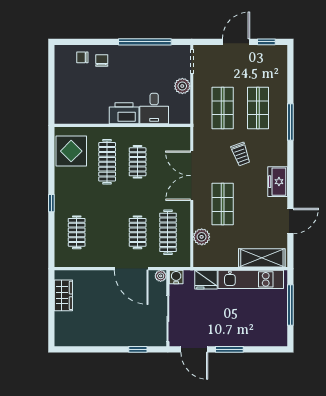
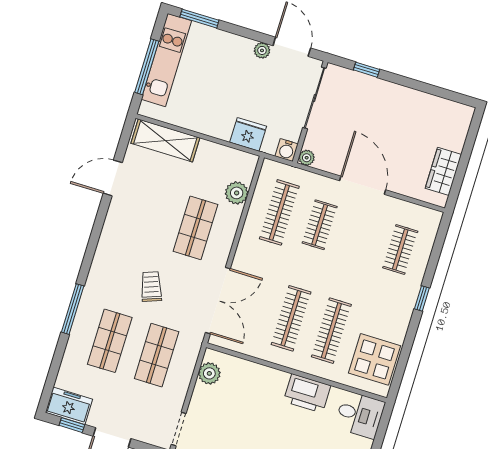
plant: (182, 86) -> (209, 373), moved
desk: (154, 109) -> (360, 415), moved, turned 90
printer: (124, 113) -> (307, 393), moved
clothes rail: (138, 162) -> (291, 318), width x1.36
double door: (192, 176) -> (218, 301), moved
freezer: (278, 182) -> (69, 406), moved, turned -90
door: (131, 269) -> (363, 185), moved
kitchen unit: (251, 279) -> (166, 60), moved, turned 90
plant: (214, 341) -> (262, 50), added
window: (229, 349) -> (199, 19), moved

